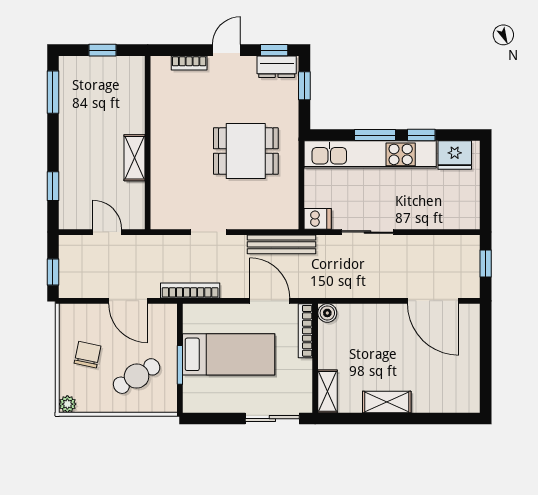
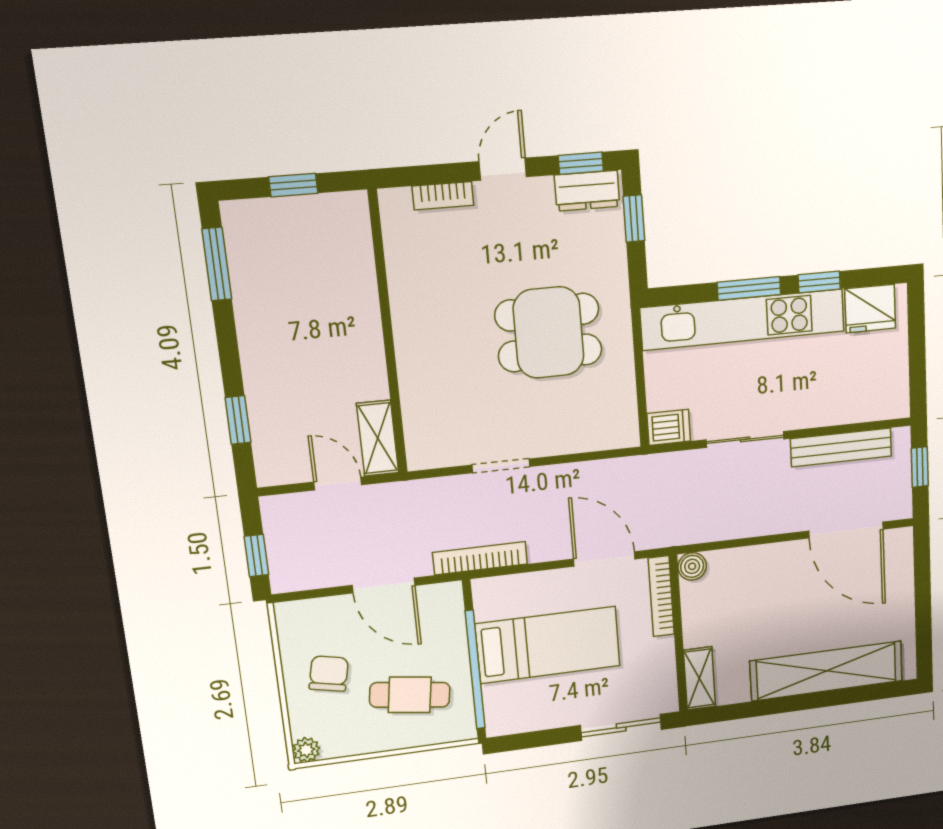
shelving: (135, 158) -> (378, 438), moved
bench: (282, 244) -> (841, 447), moved
window: (180, 365) -> (475, 670), width x2.11
cafe table: (137, 376) -> (410, 695), turned 39
shelving: (387, 402) -> (827, 671), width x2.20, depth x1.33

